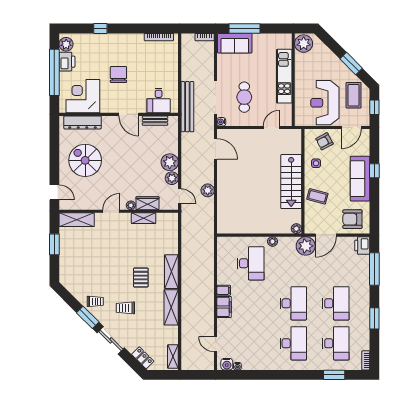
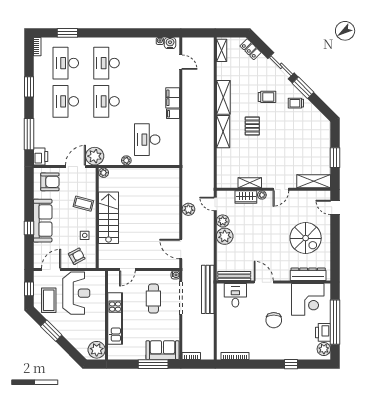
bench: (155, 121) -> (234, 276), width x1.36

